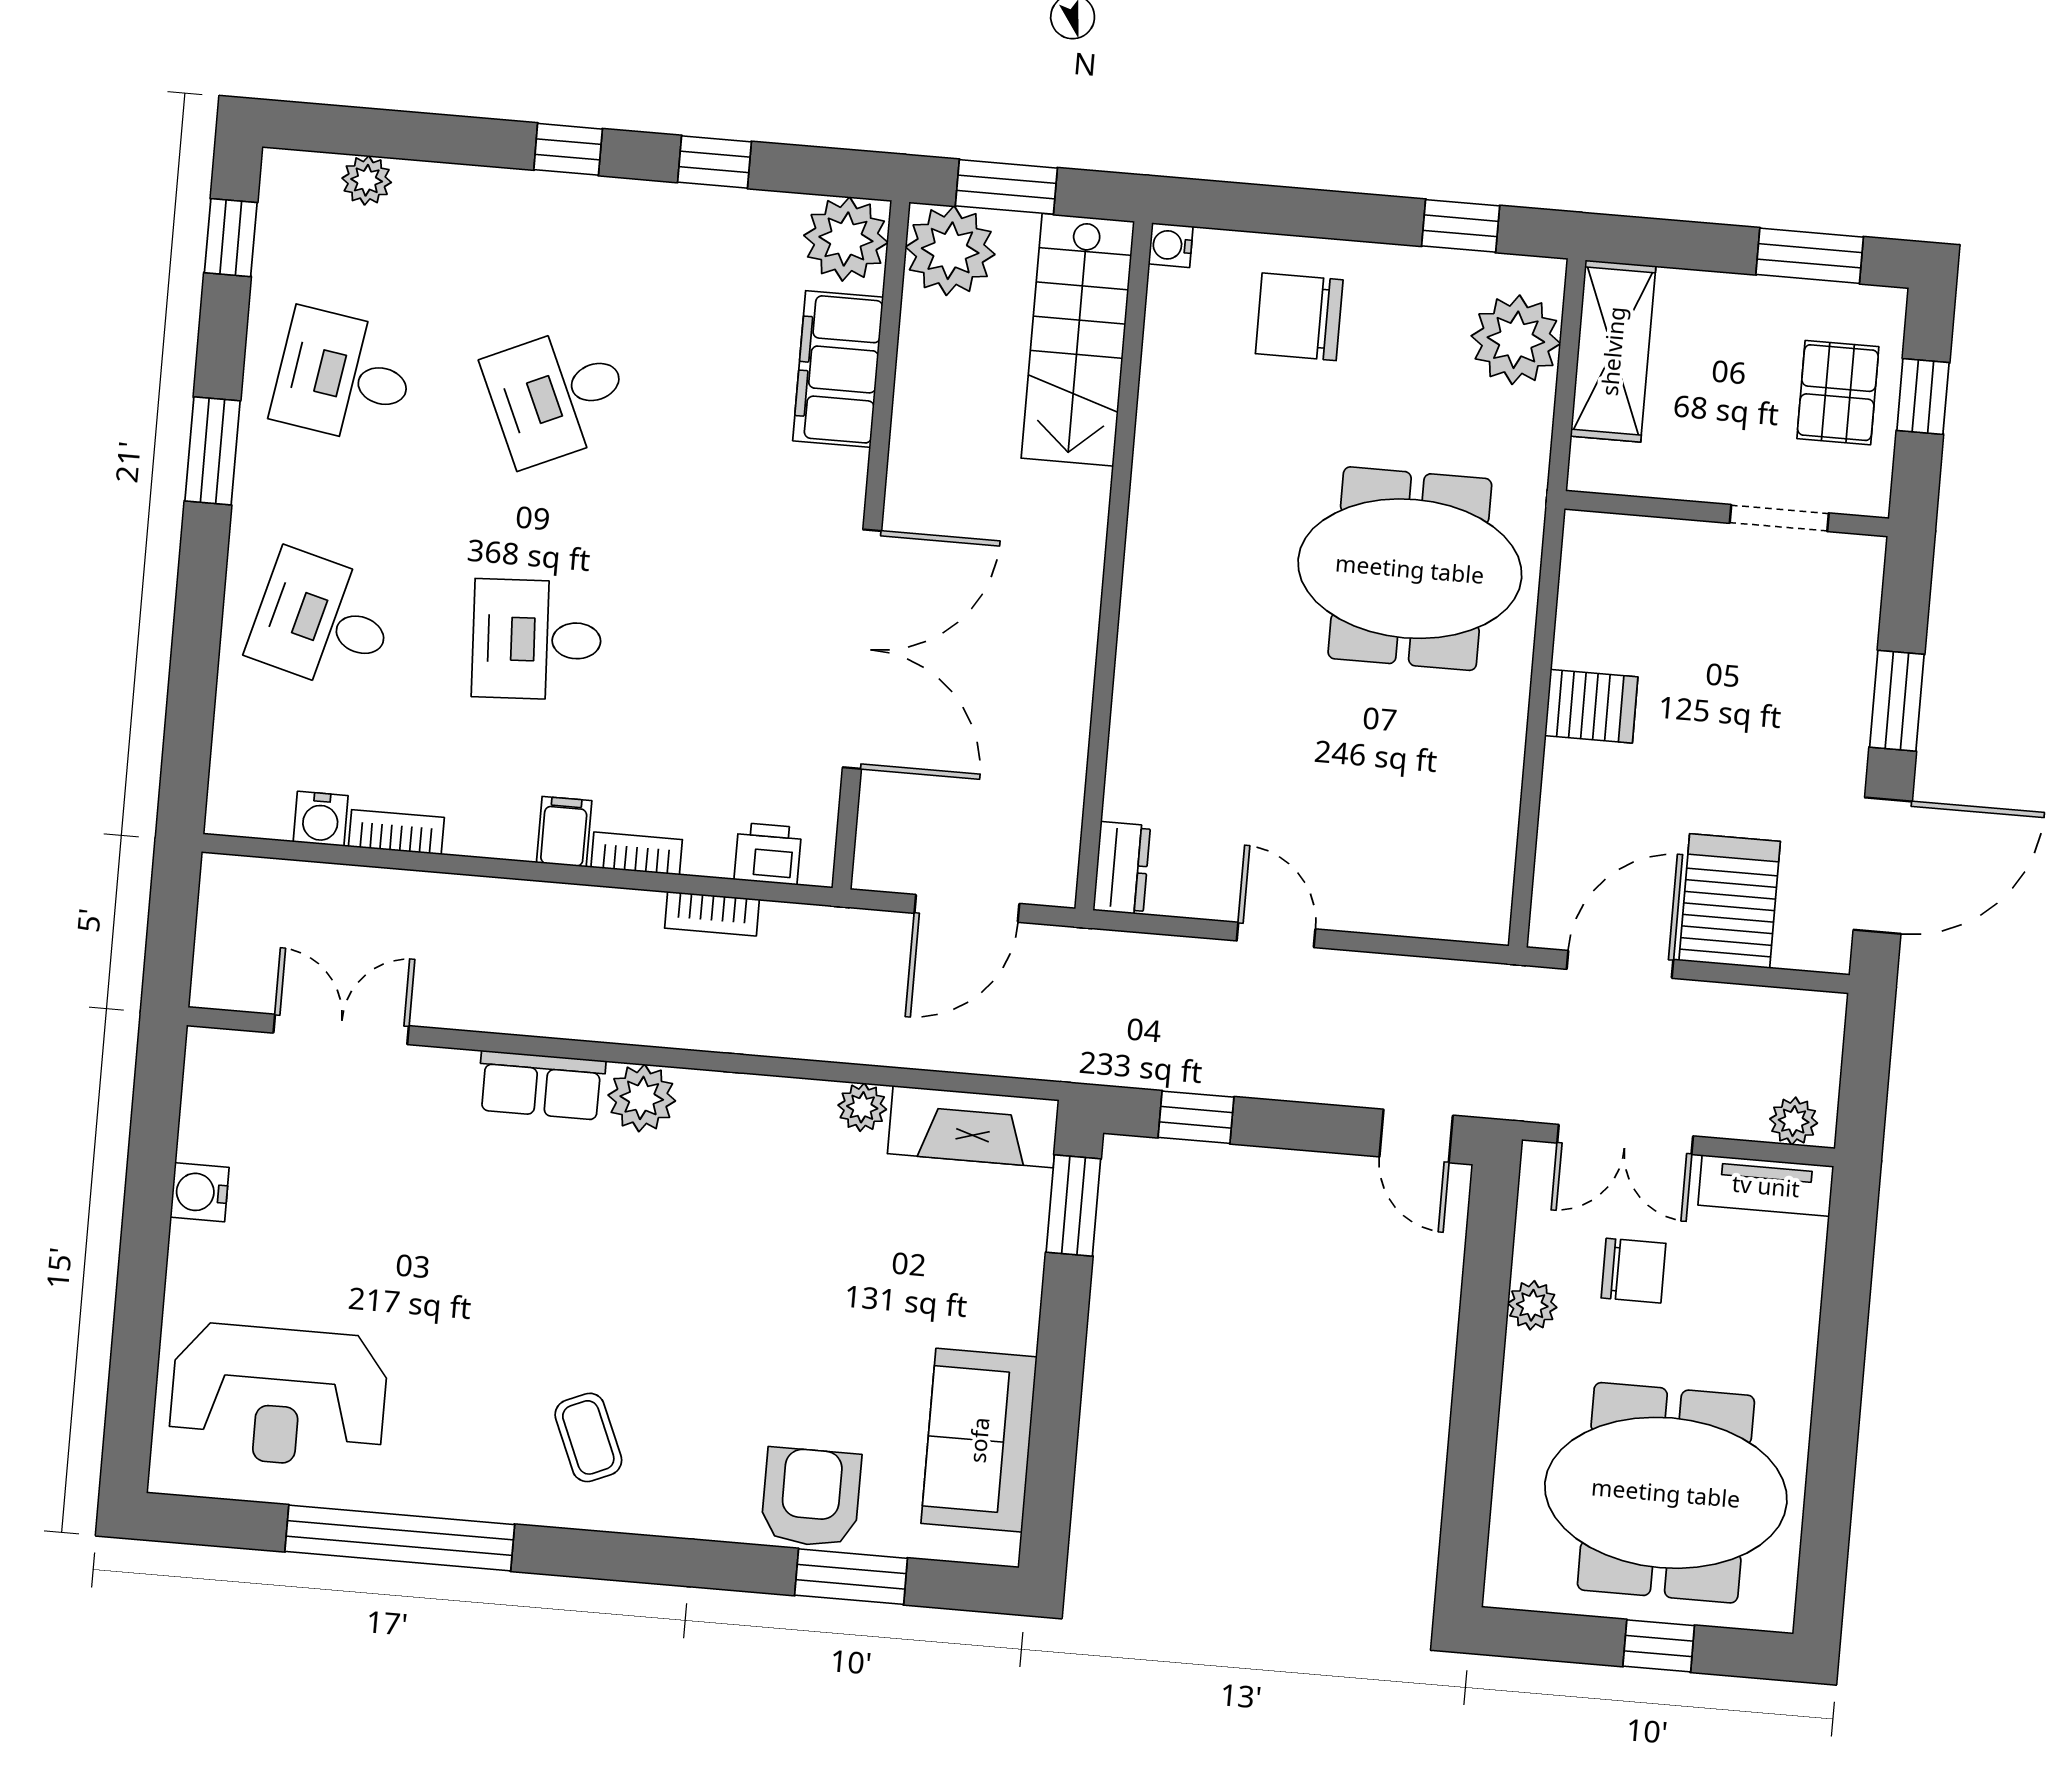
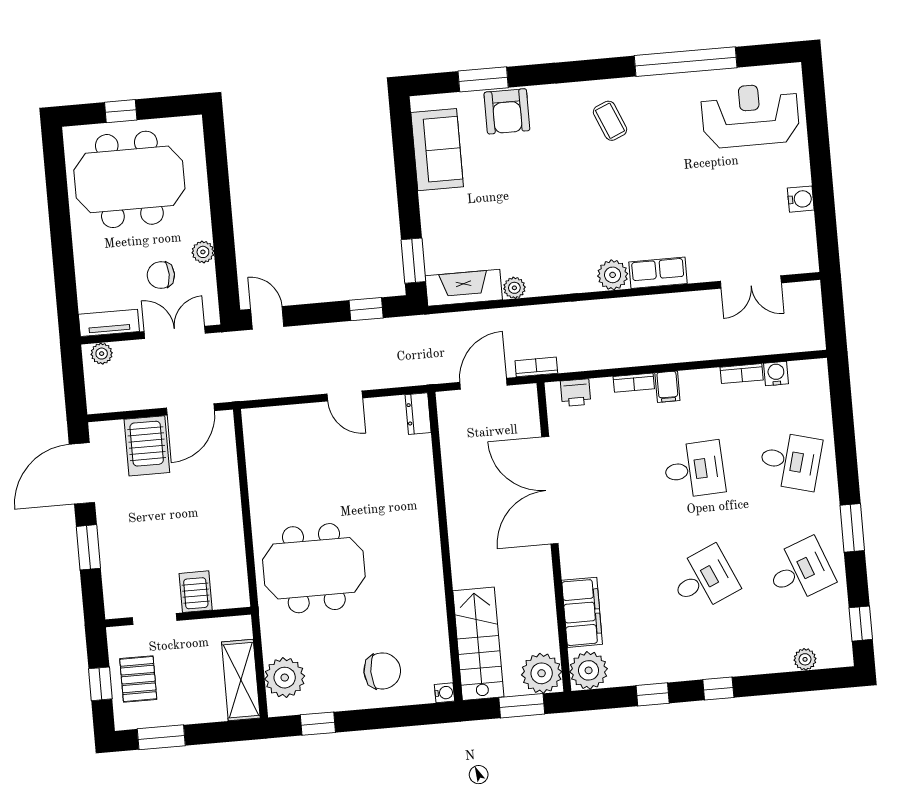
desk: (344, 377) -> (800, 571), turned -30
server rack: (1591, 706) -> (196, 592), moved, turned 90
bookcase: (712, 914) -> (536, 367), moved

